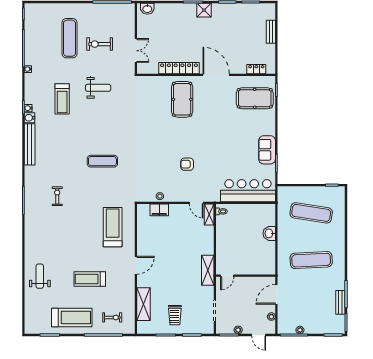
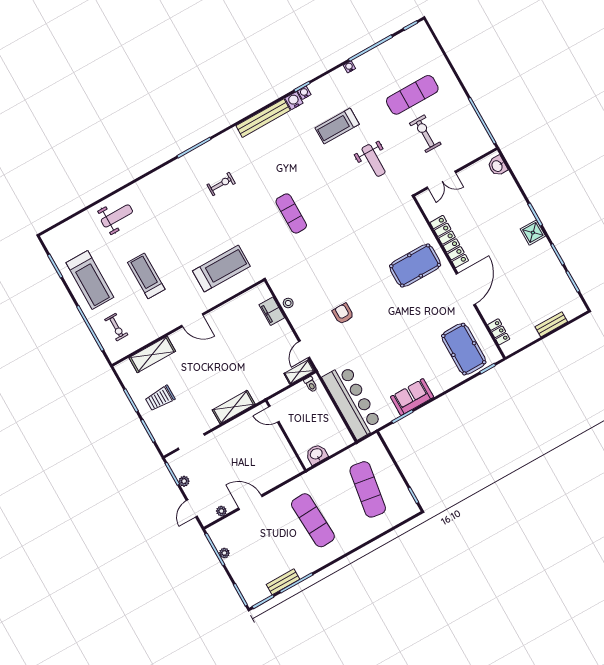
door: (227, 276) -> (274, 414), moved
wall: (246, 276) -> (286, 435), moved

